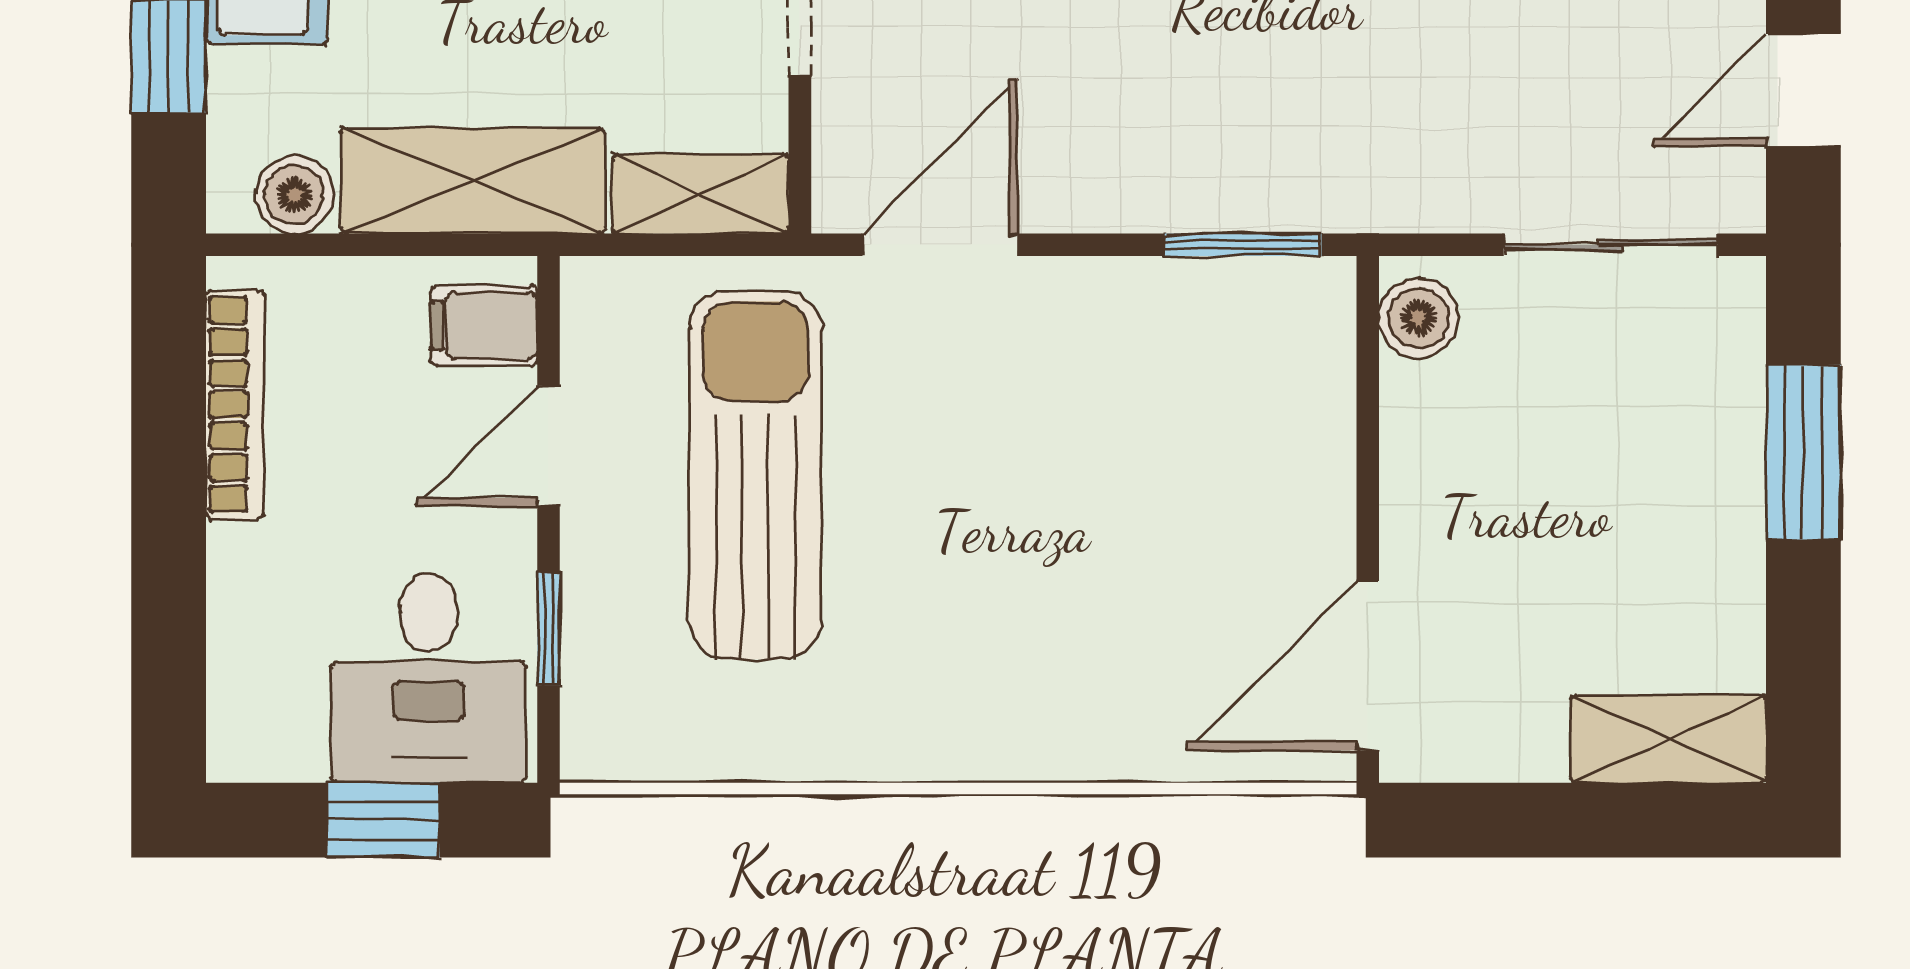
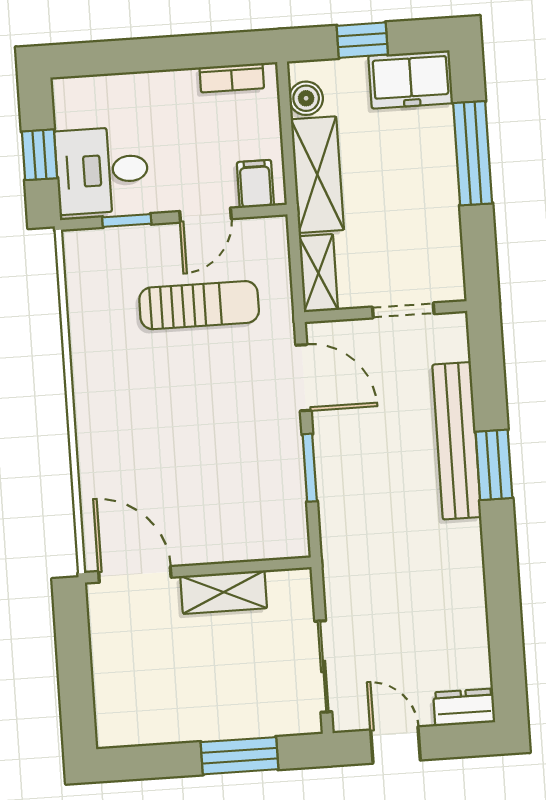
window: (1243, 245) -> (310, 468), moved
boiler: (1419, 318) -> (286, 586), removed
bookcase: (235, 405) -> (232, 78), width x0.64
door: (548, 446) -> (205, 215), swing flipped
sun lounger: (756, 475) -> (199, 305), width x0.73, depth x0.75
shelving: (1668, 739) -> (224, 592), moved, turned 90

